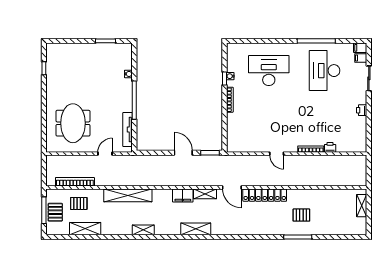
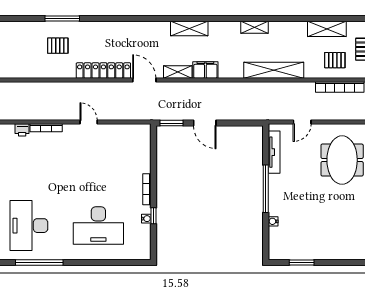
desk: (325, 71) -> (29, 226), turned 180

